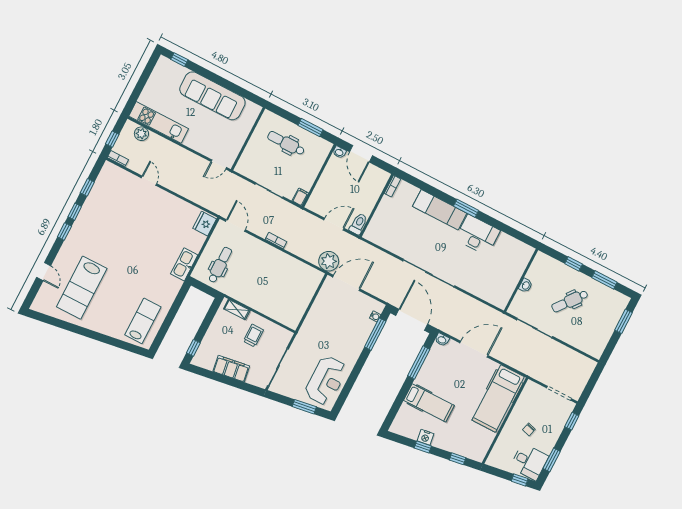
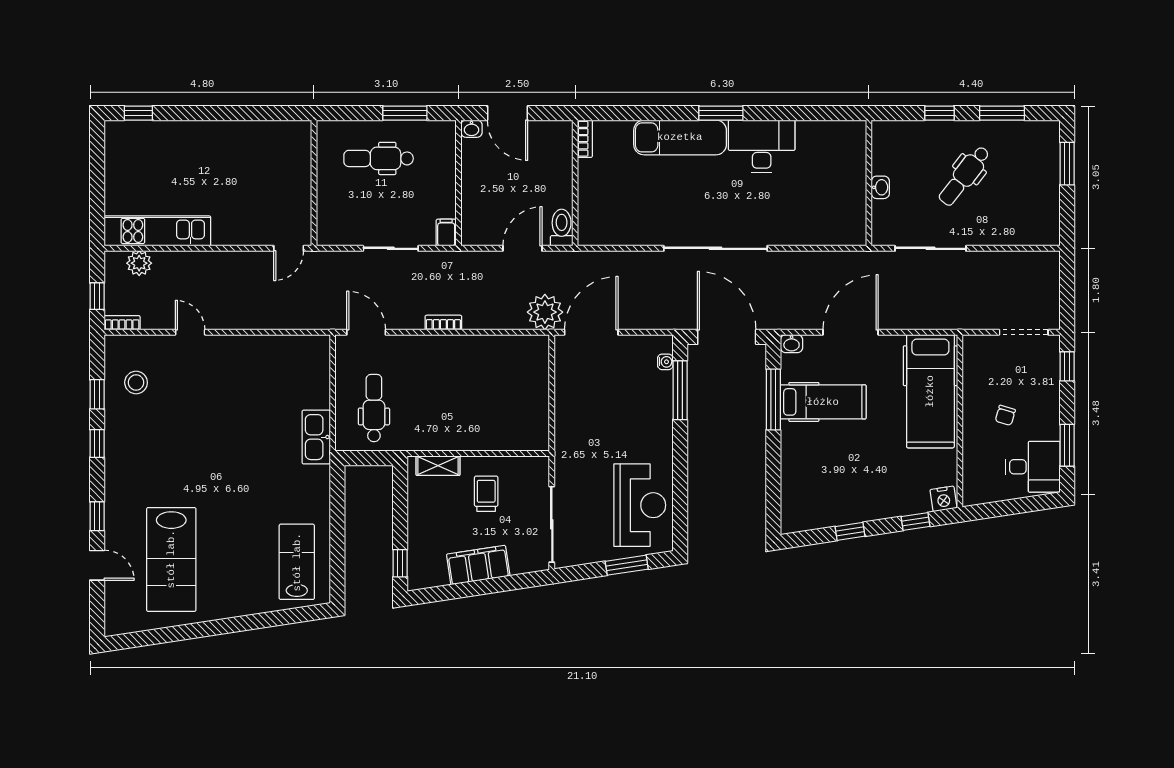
sofa: (212, 96) -> (221, 144), removed
stool: (109, 192) -> (136, 383), added
fridge: (205, 224) -> (315, 355), removed
window: (64, 231) -> (97, 516), moved
hospital bed: (429, 403) -> (823, 402), moved
nightstand: (425, 437) -> (943, 499), moved
window: (520, 480) -> (1032, 504), removed

